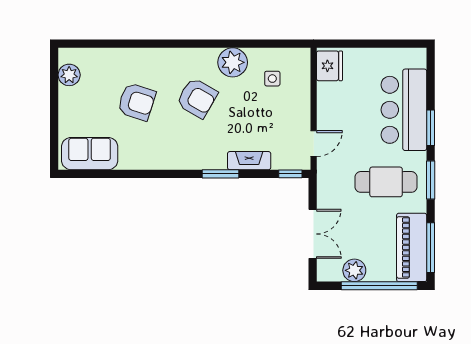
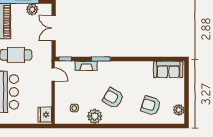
armchair: (137, 102) -> (151, 105), moved
door: (314, 144) -> (53, 75), swing flipped

